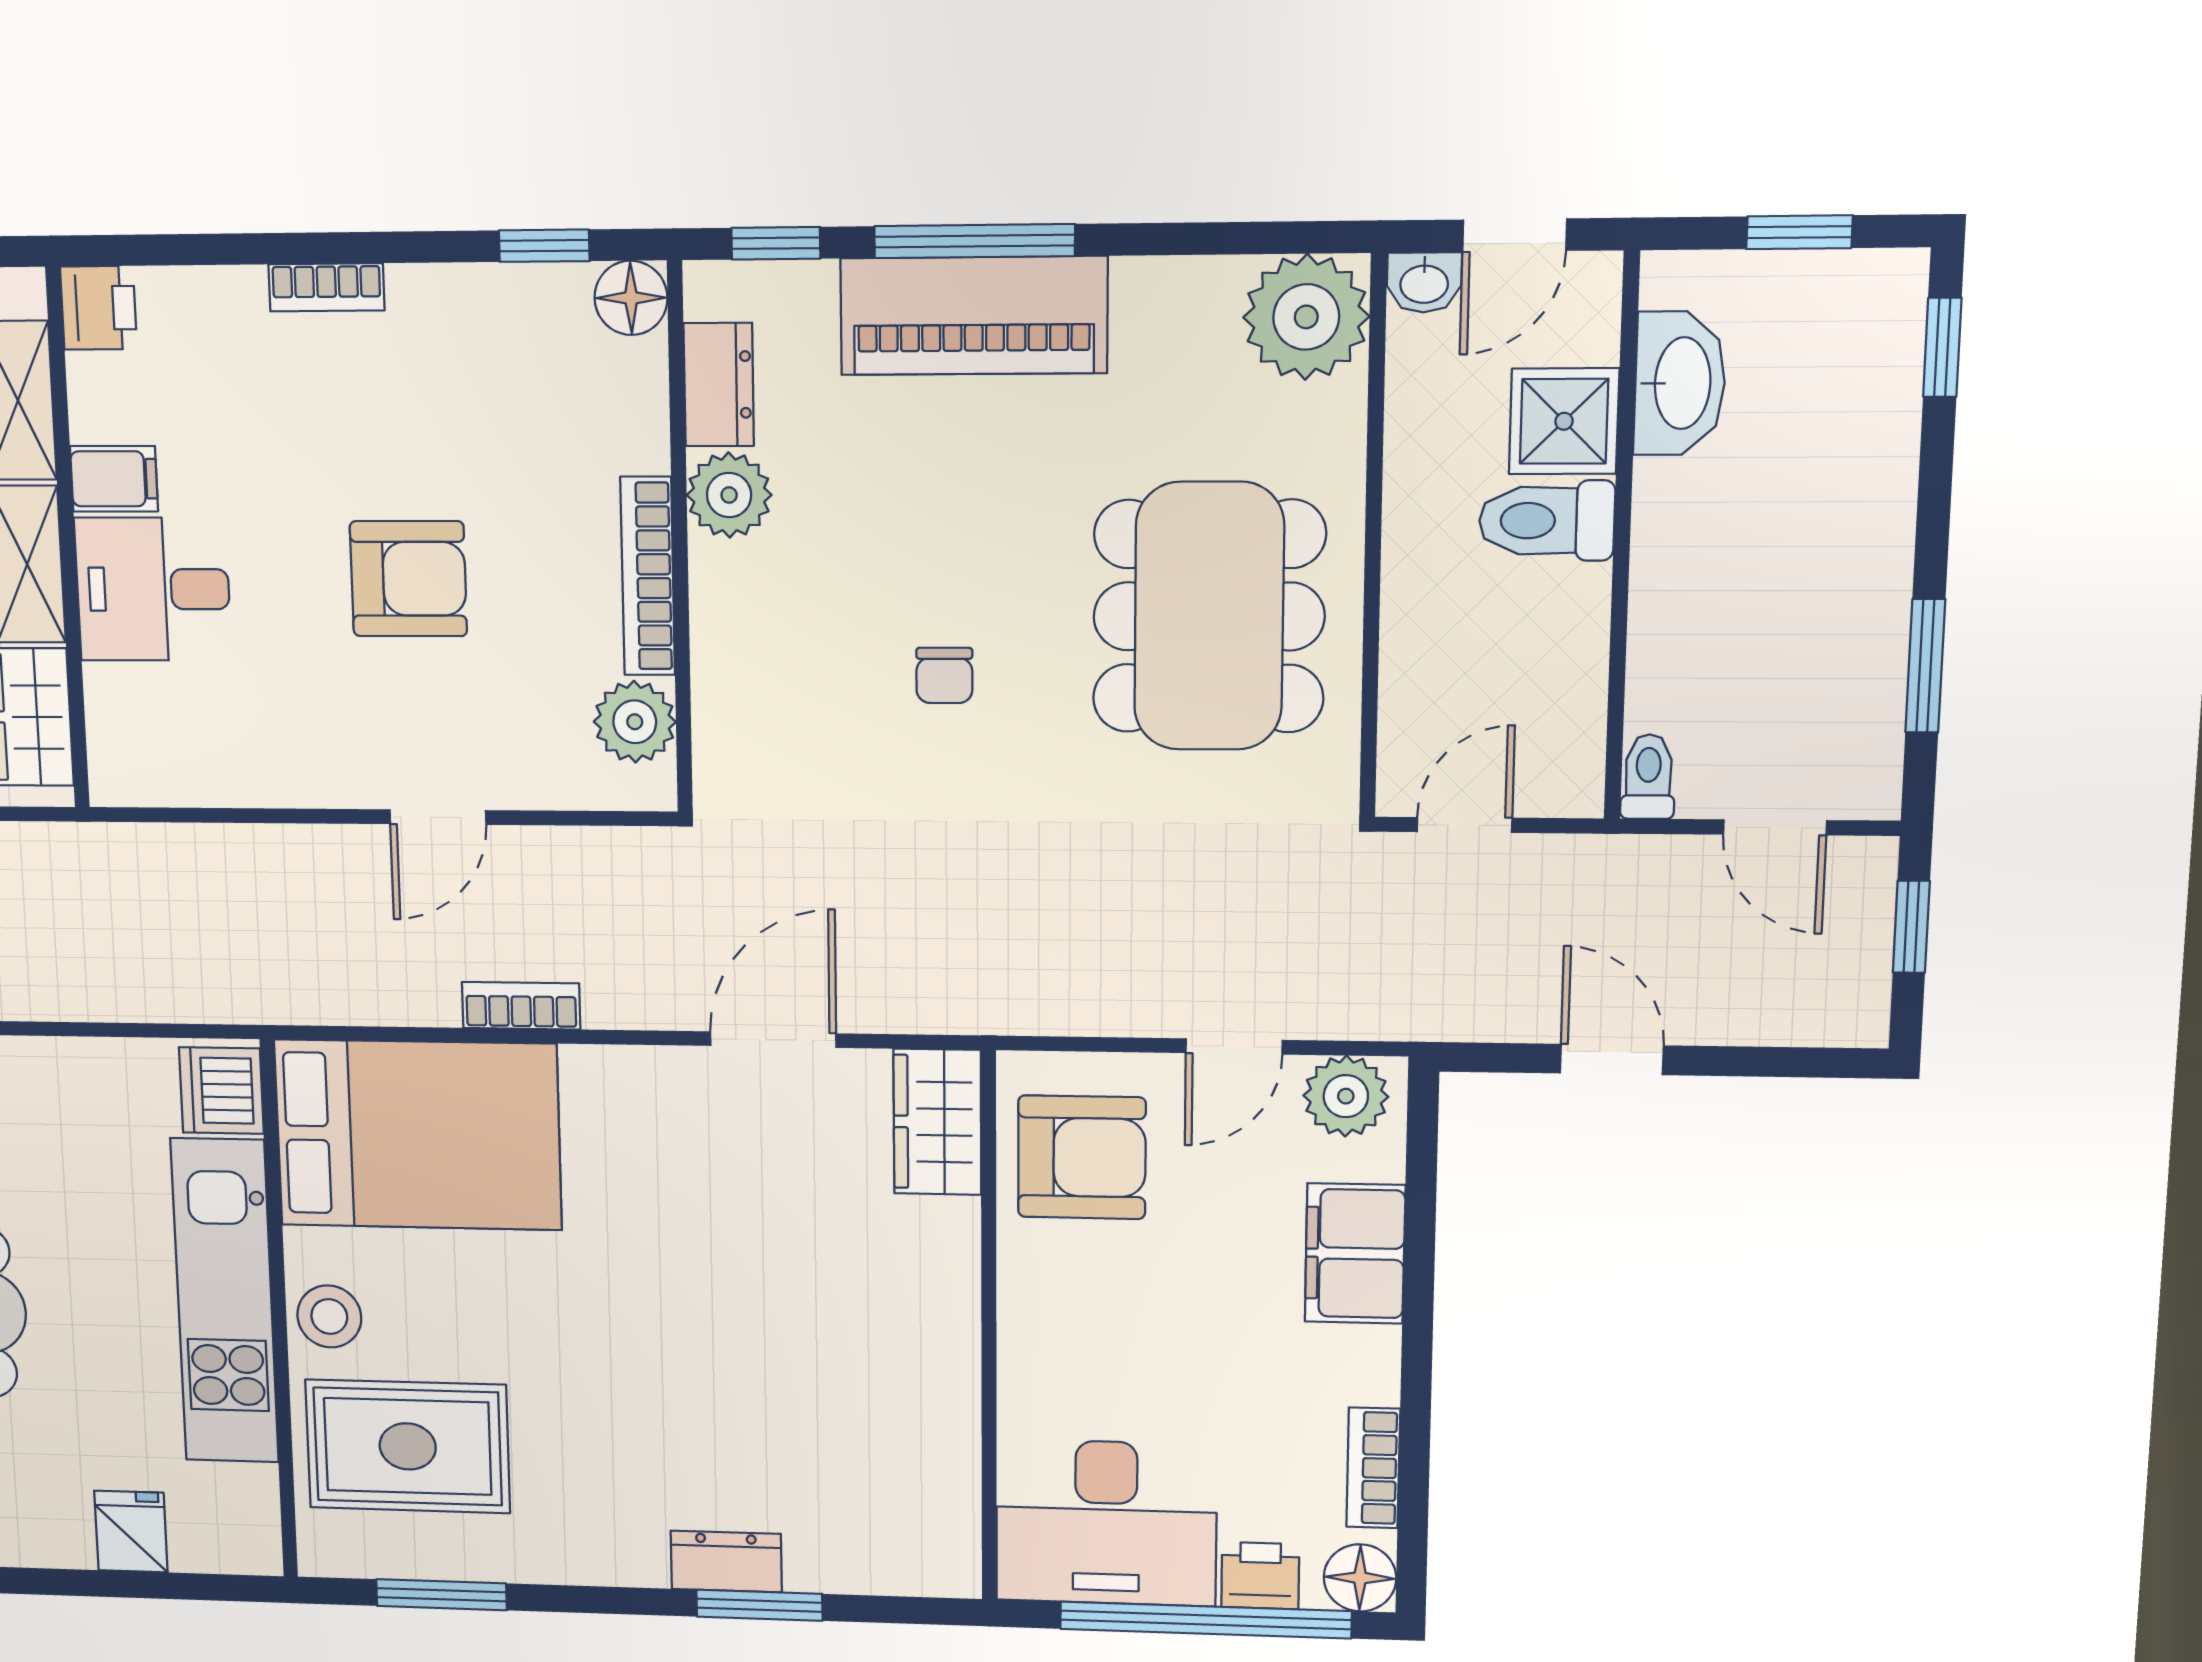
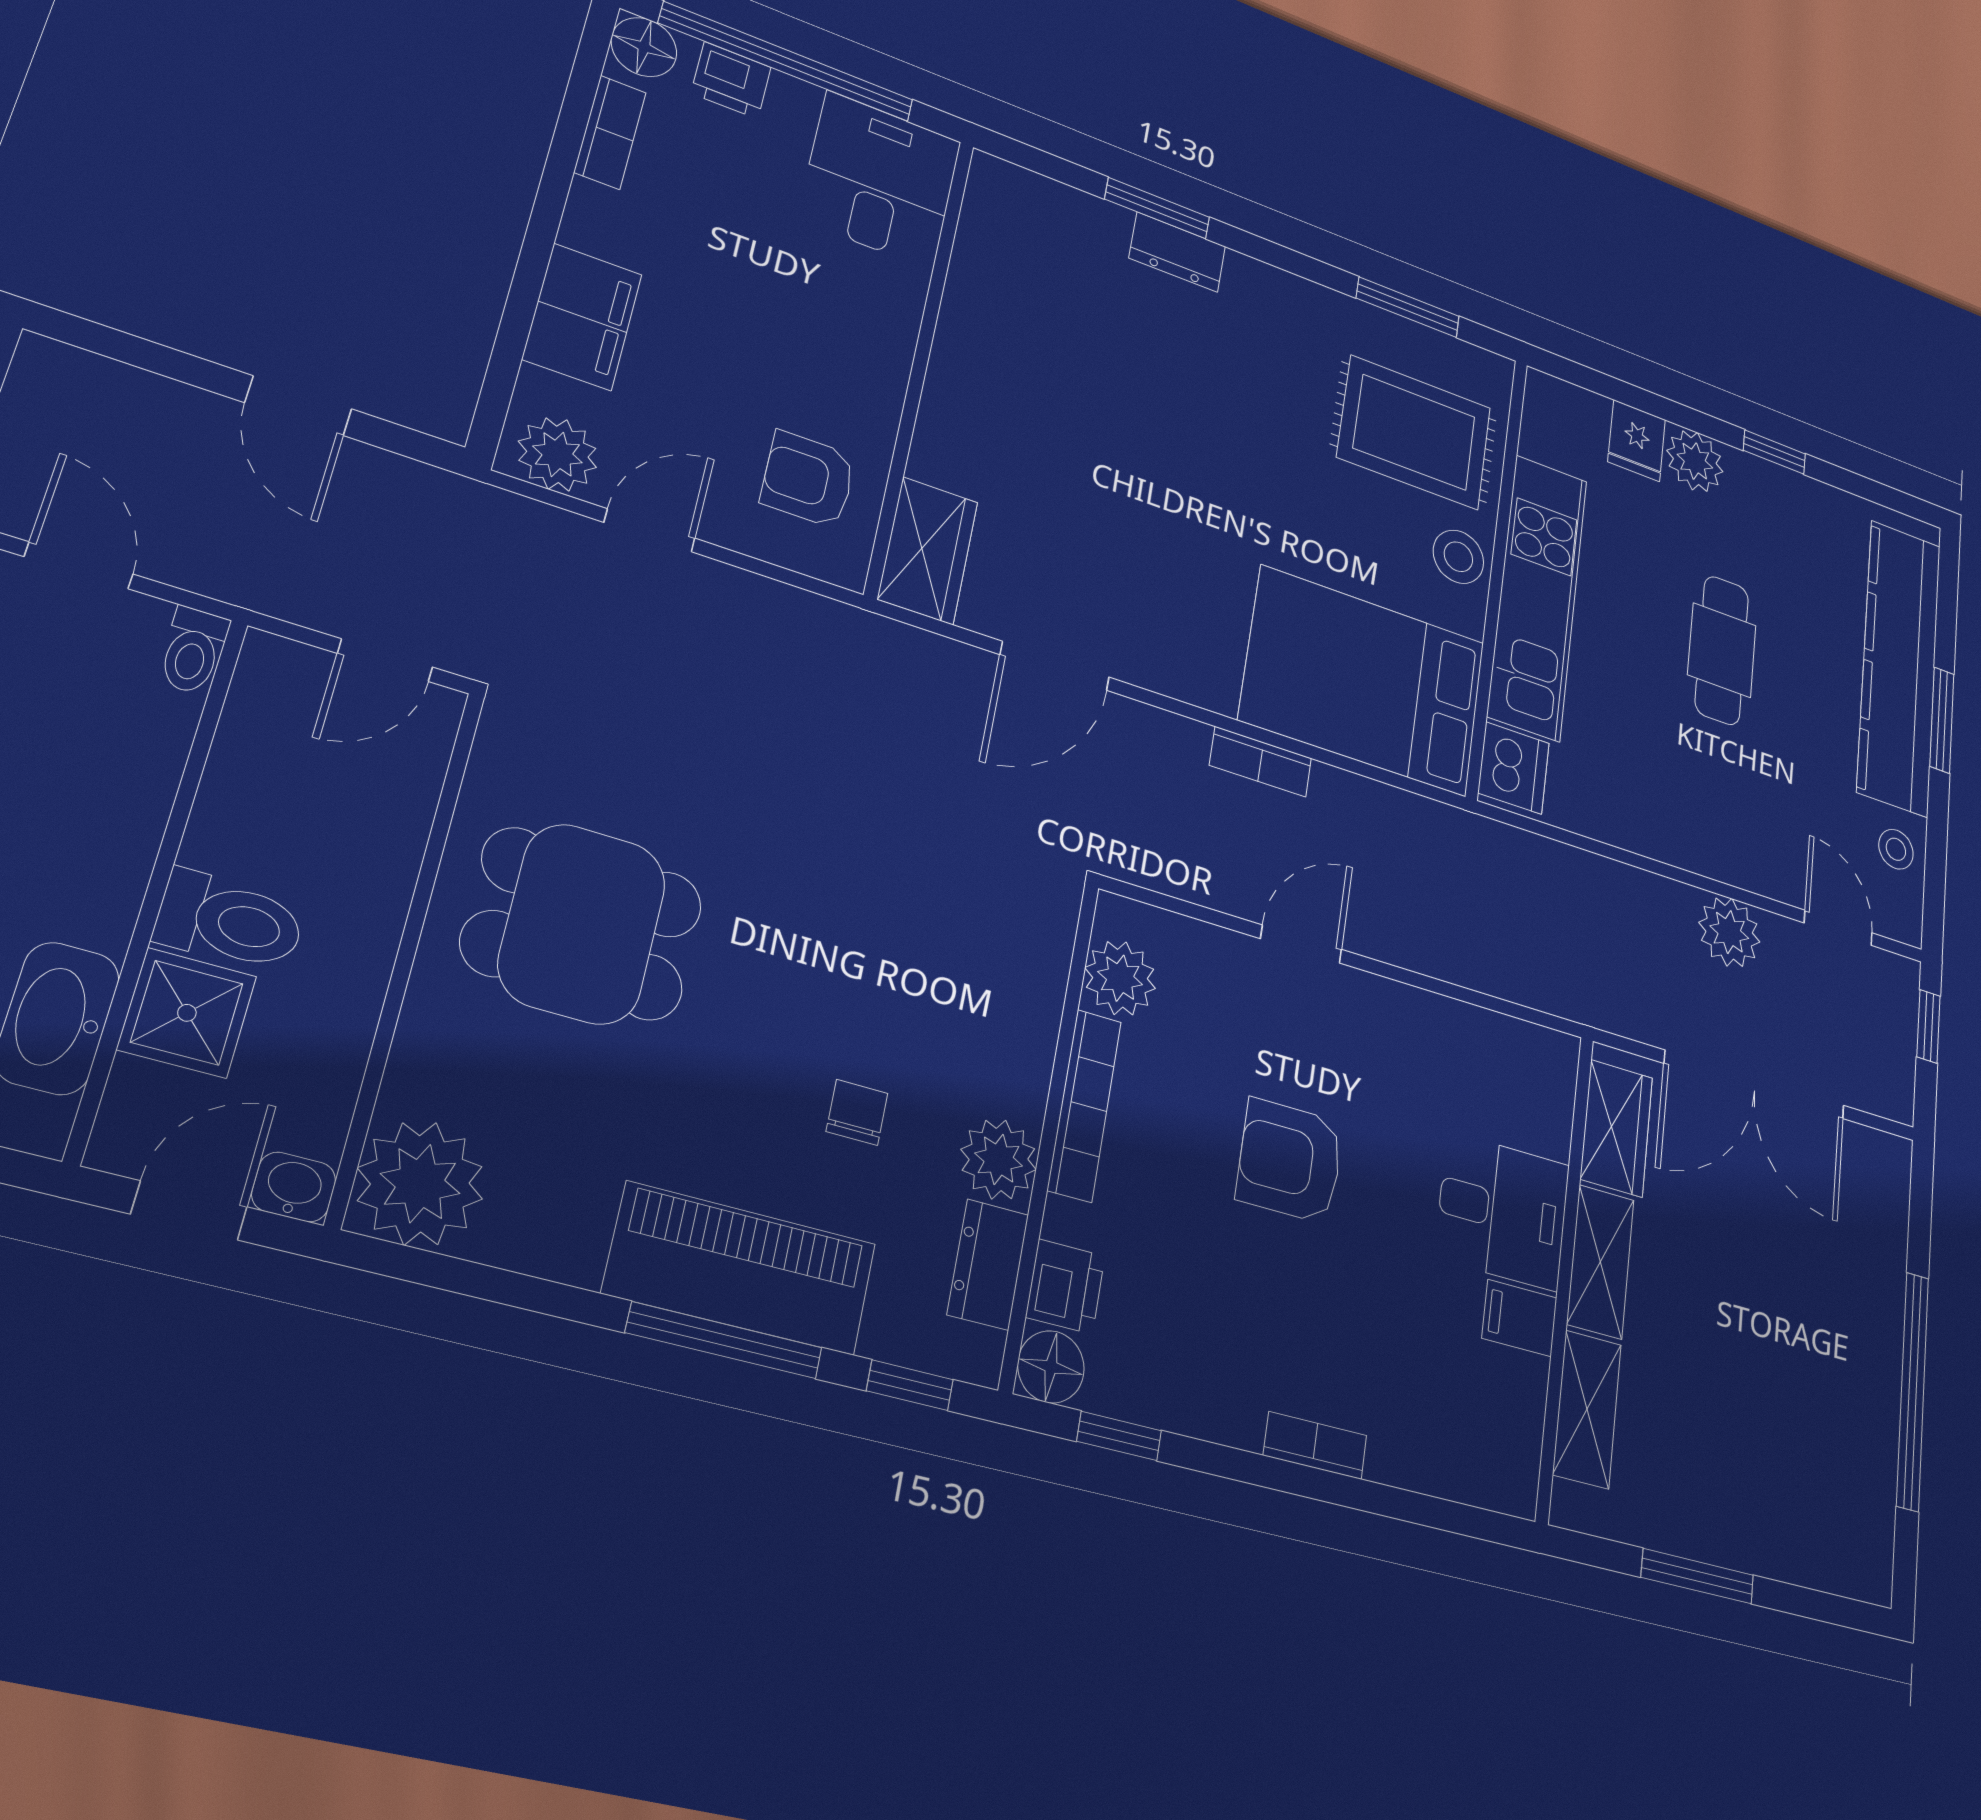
printer: (99, 308) -> (1065, 1286), moved, turned 180
dining table: (1209, 616) -> (582, 924), width x0.73
chair: (944, 675) -> (857, 1112), moved
armchair: (1082, 1157) -> (808, 479), width x0.72, depth x0.72
desk: (1106, 1523) -> (880, 180), width x0.73
plant: (53, 1532) -> (1695, 461), added

